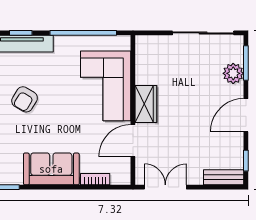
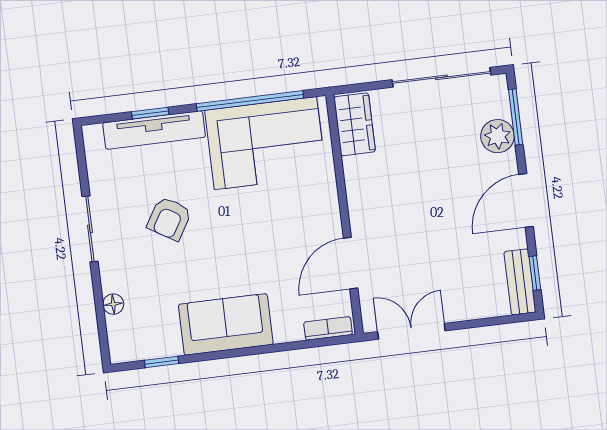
corner sofa: (106, 86) -> (265, 143), moved, turned -90
wardrobe: (146, 104) -> (355, 124), moved
bench: (224, 177) -> (520, 282), moved, turned 90
bookcase: (95, 179) -> (328, 328), moved

